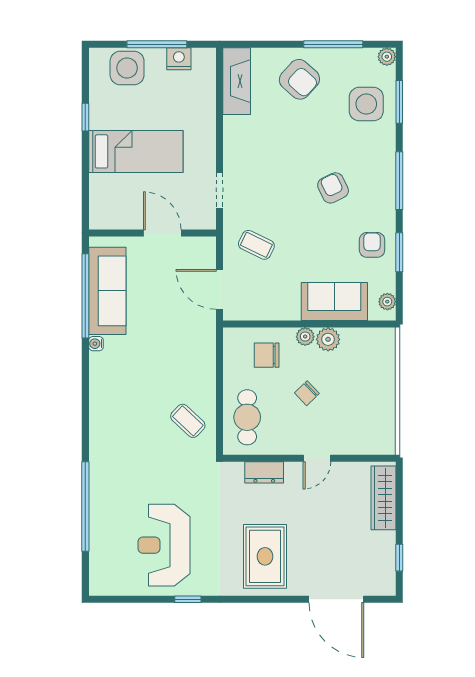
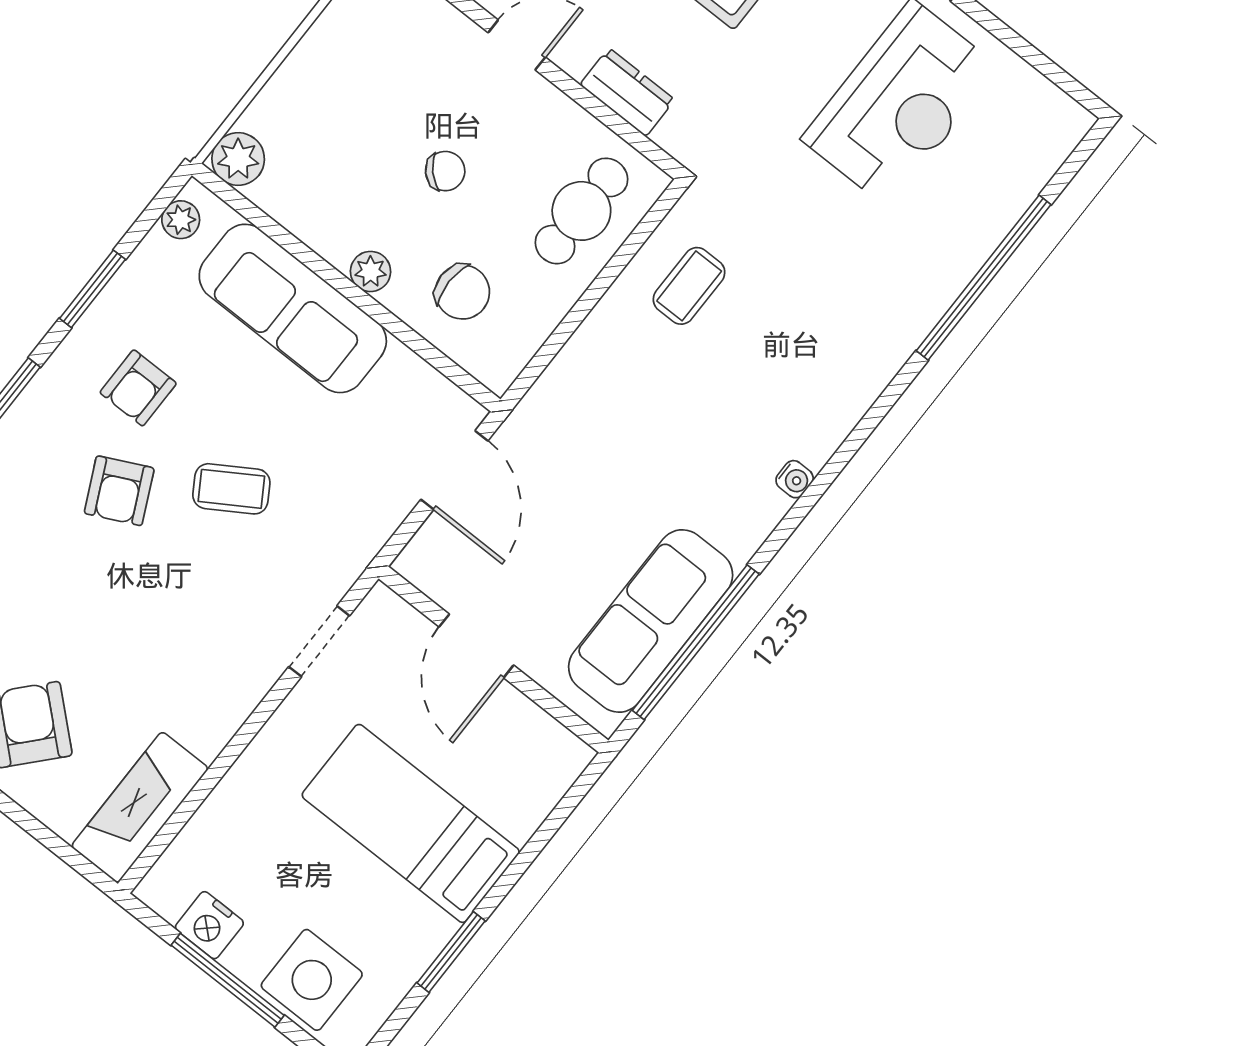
window: (85, 117) -> (451, 952), width x1.50
coffee table: (256, 245) -> (231, 489), moved, turned -58
armchair: (372, 245) -> (138, 388), moved
sofa: (334, 302) -> (293, 308), width x1.36
plant: (328, 339) -> (238, 159), moved
water cooler: (96, 344) -> (795, 479), moved
coffee table: (188, 421) -> (689, 286), turned 47

